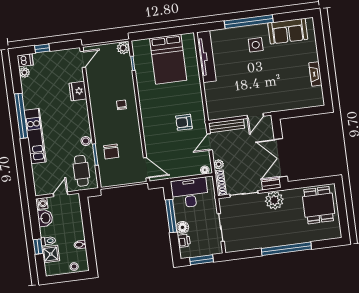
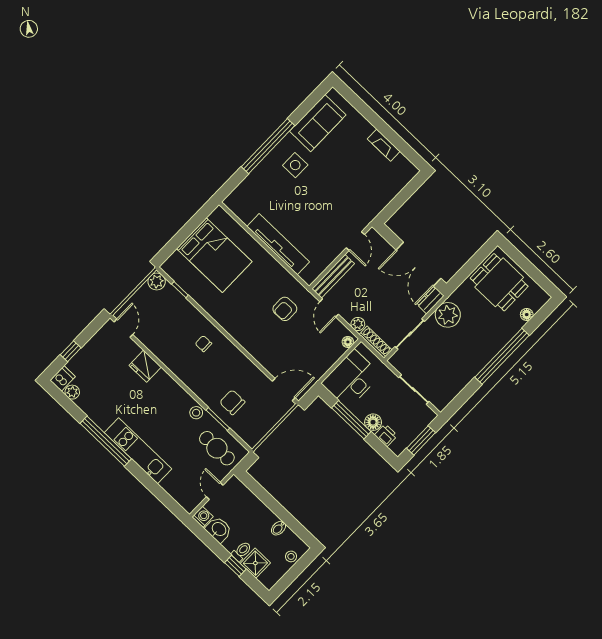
tv unit: (206, 57) -> (278, 244), moved
chair: (111, 152) -> (232, 402), turned 180
floor lamp: (320, 236) -> (527, 315), added

